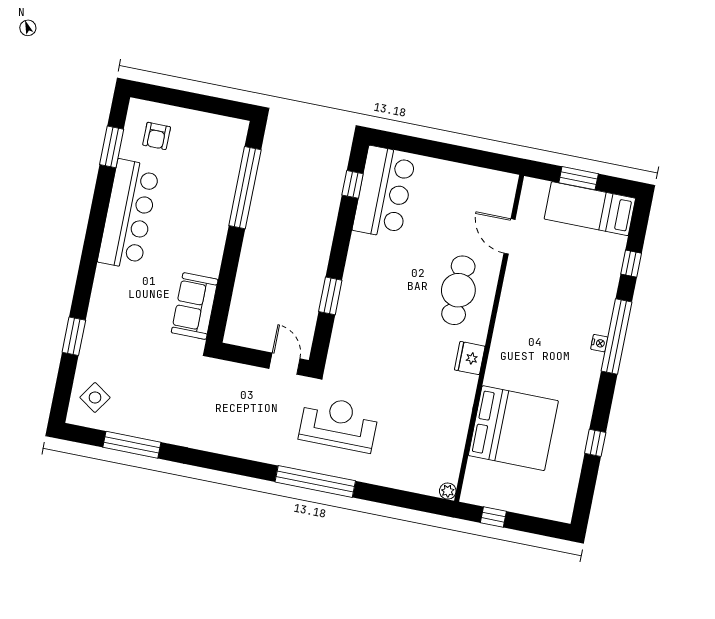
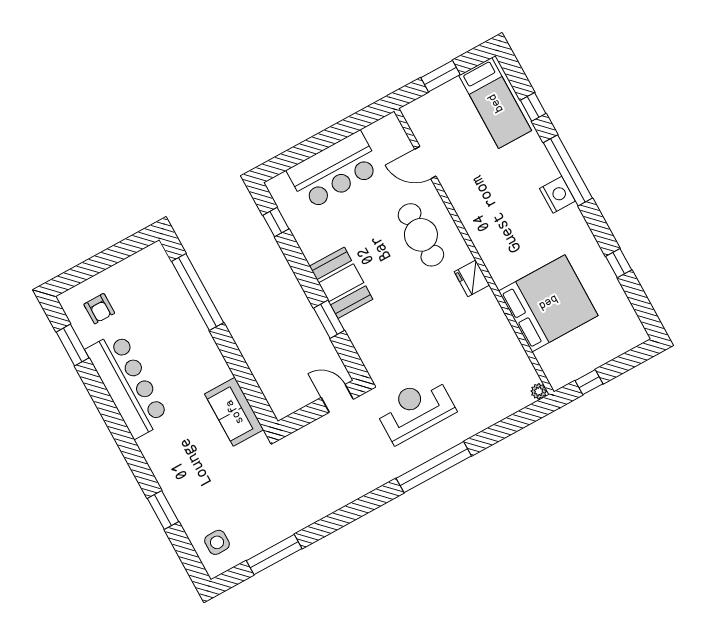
bar counter: (384, 192) -> (334, 170), moved, turned 90
bed: (590, 209) -> (495, 103), moved, turned -90
booth: (364, 275) -> (341, 283), added
nightstand: (599, 343) -> (557, 195), width x1.89, depth x1.79
side table: (95, 397) -> (217, 542), turned -34

